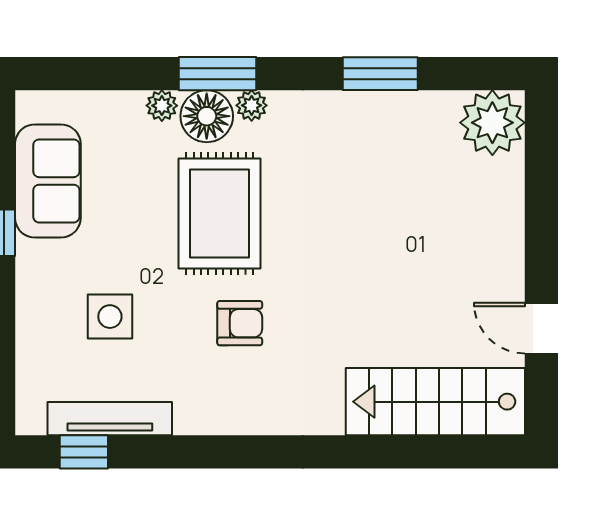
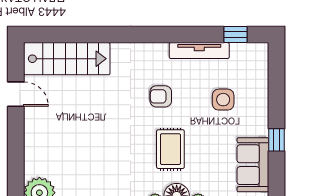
rug: (220, 213) -> (170, 149), width x0.73, depth x0.70
tv unit: (110, 419) -> (199, 51), moved

